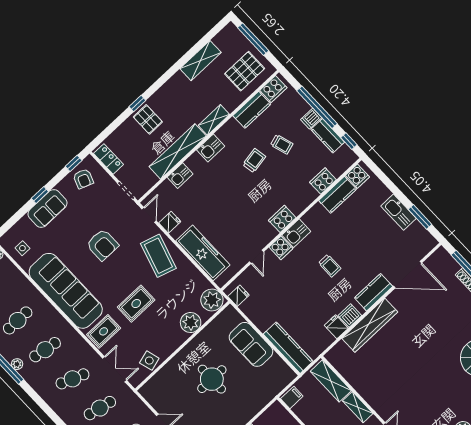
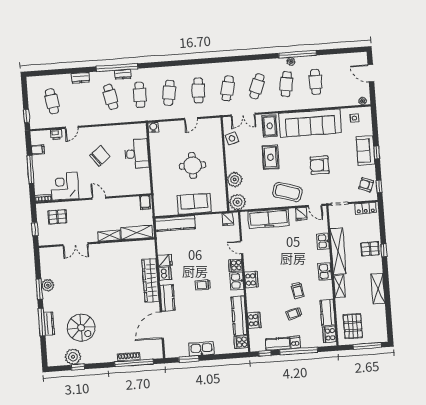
shelving: (201, 61) -> (378, 289), moved
kitchen counter: (338, 195) -> (239, 316), width x1.50

